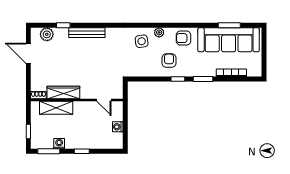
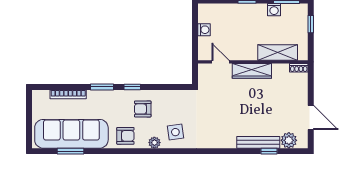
bench: (87, 33) -> (258, 142), moved
armchair: (169, 61) -> (143, 109), turned 90
wardrobe: (63, 92) -> (252, 71), moved

